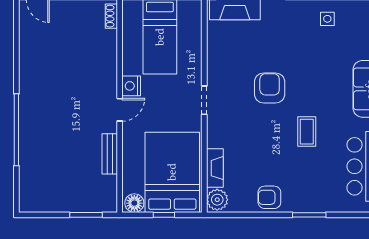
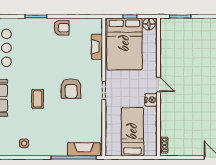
armchair: (270, 88) -> (71, 89), moved
door: (120, 110) -> (158, 84), swing flipped
coffee table: (307, 132) -> (38, 99), moved
bench: (110, 154) -> (165, 56), removed
plant: (217, 200) -> (95, 26), removed

